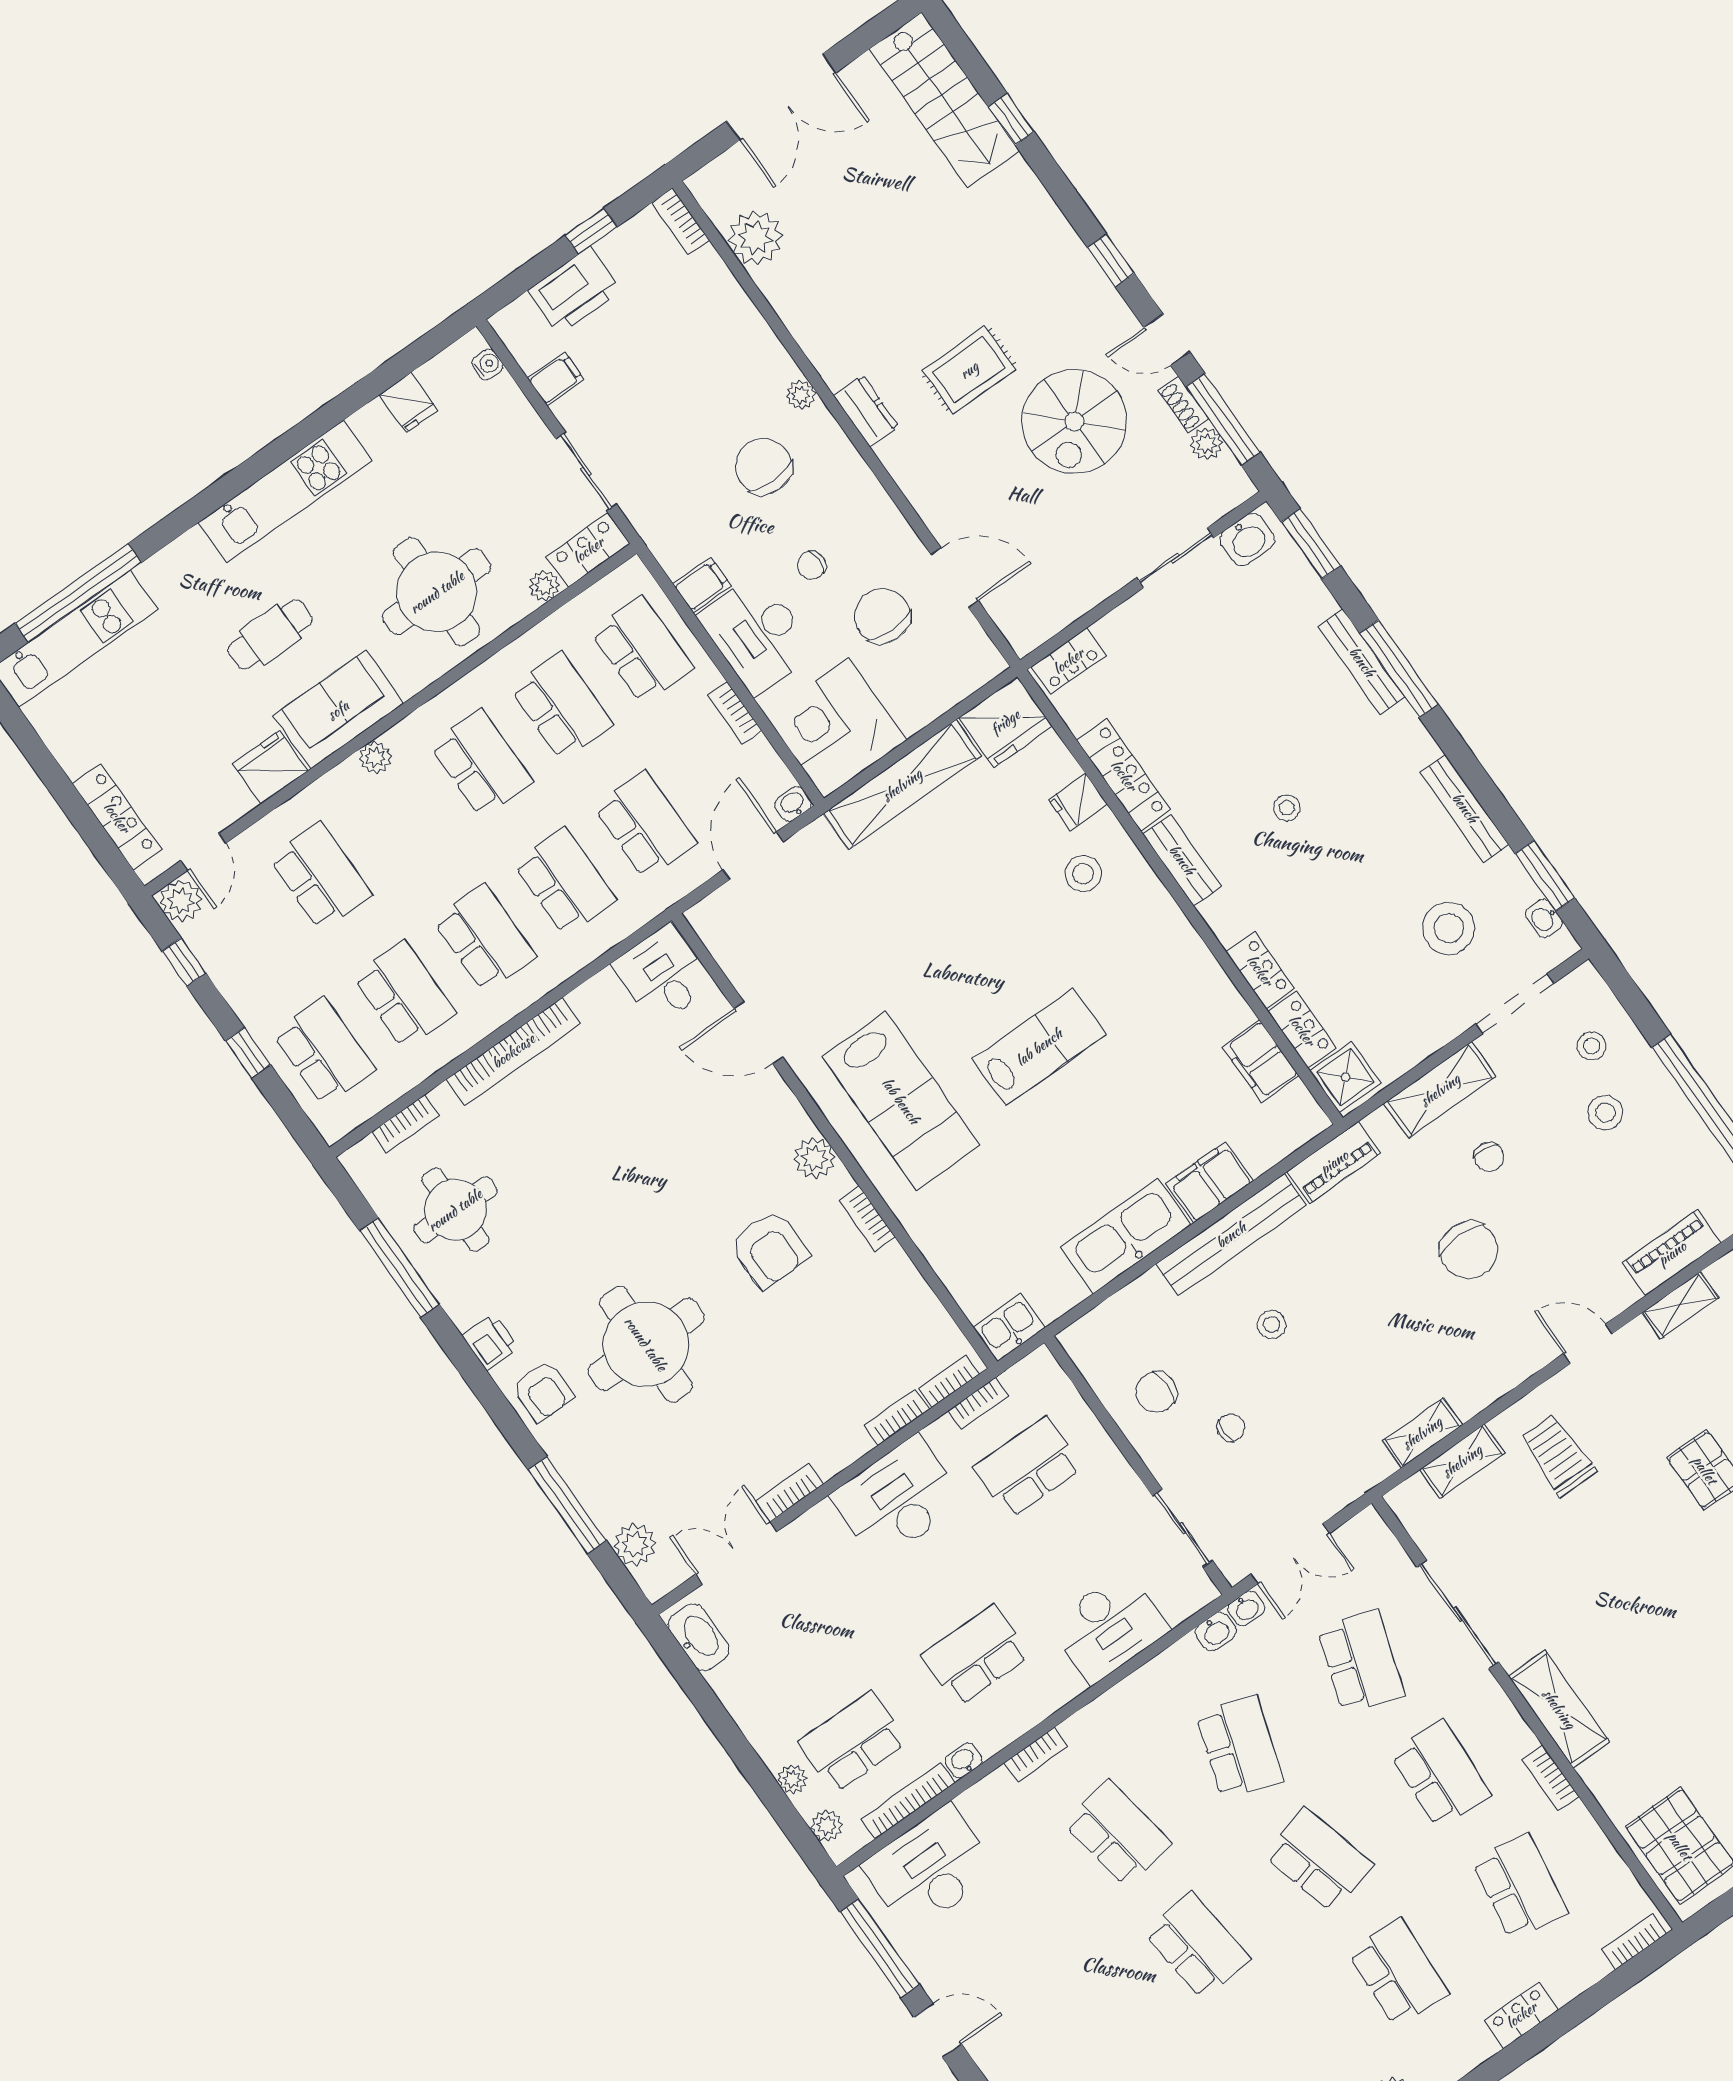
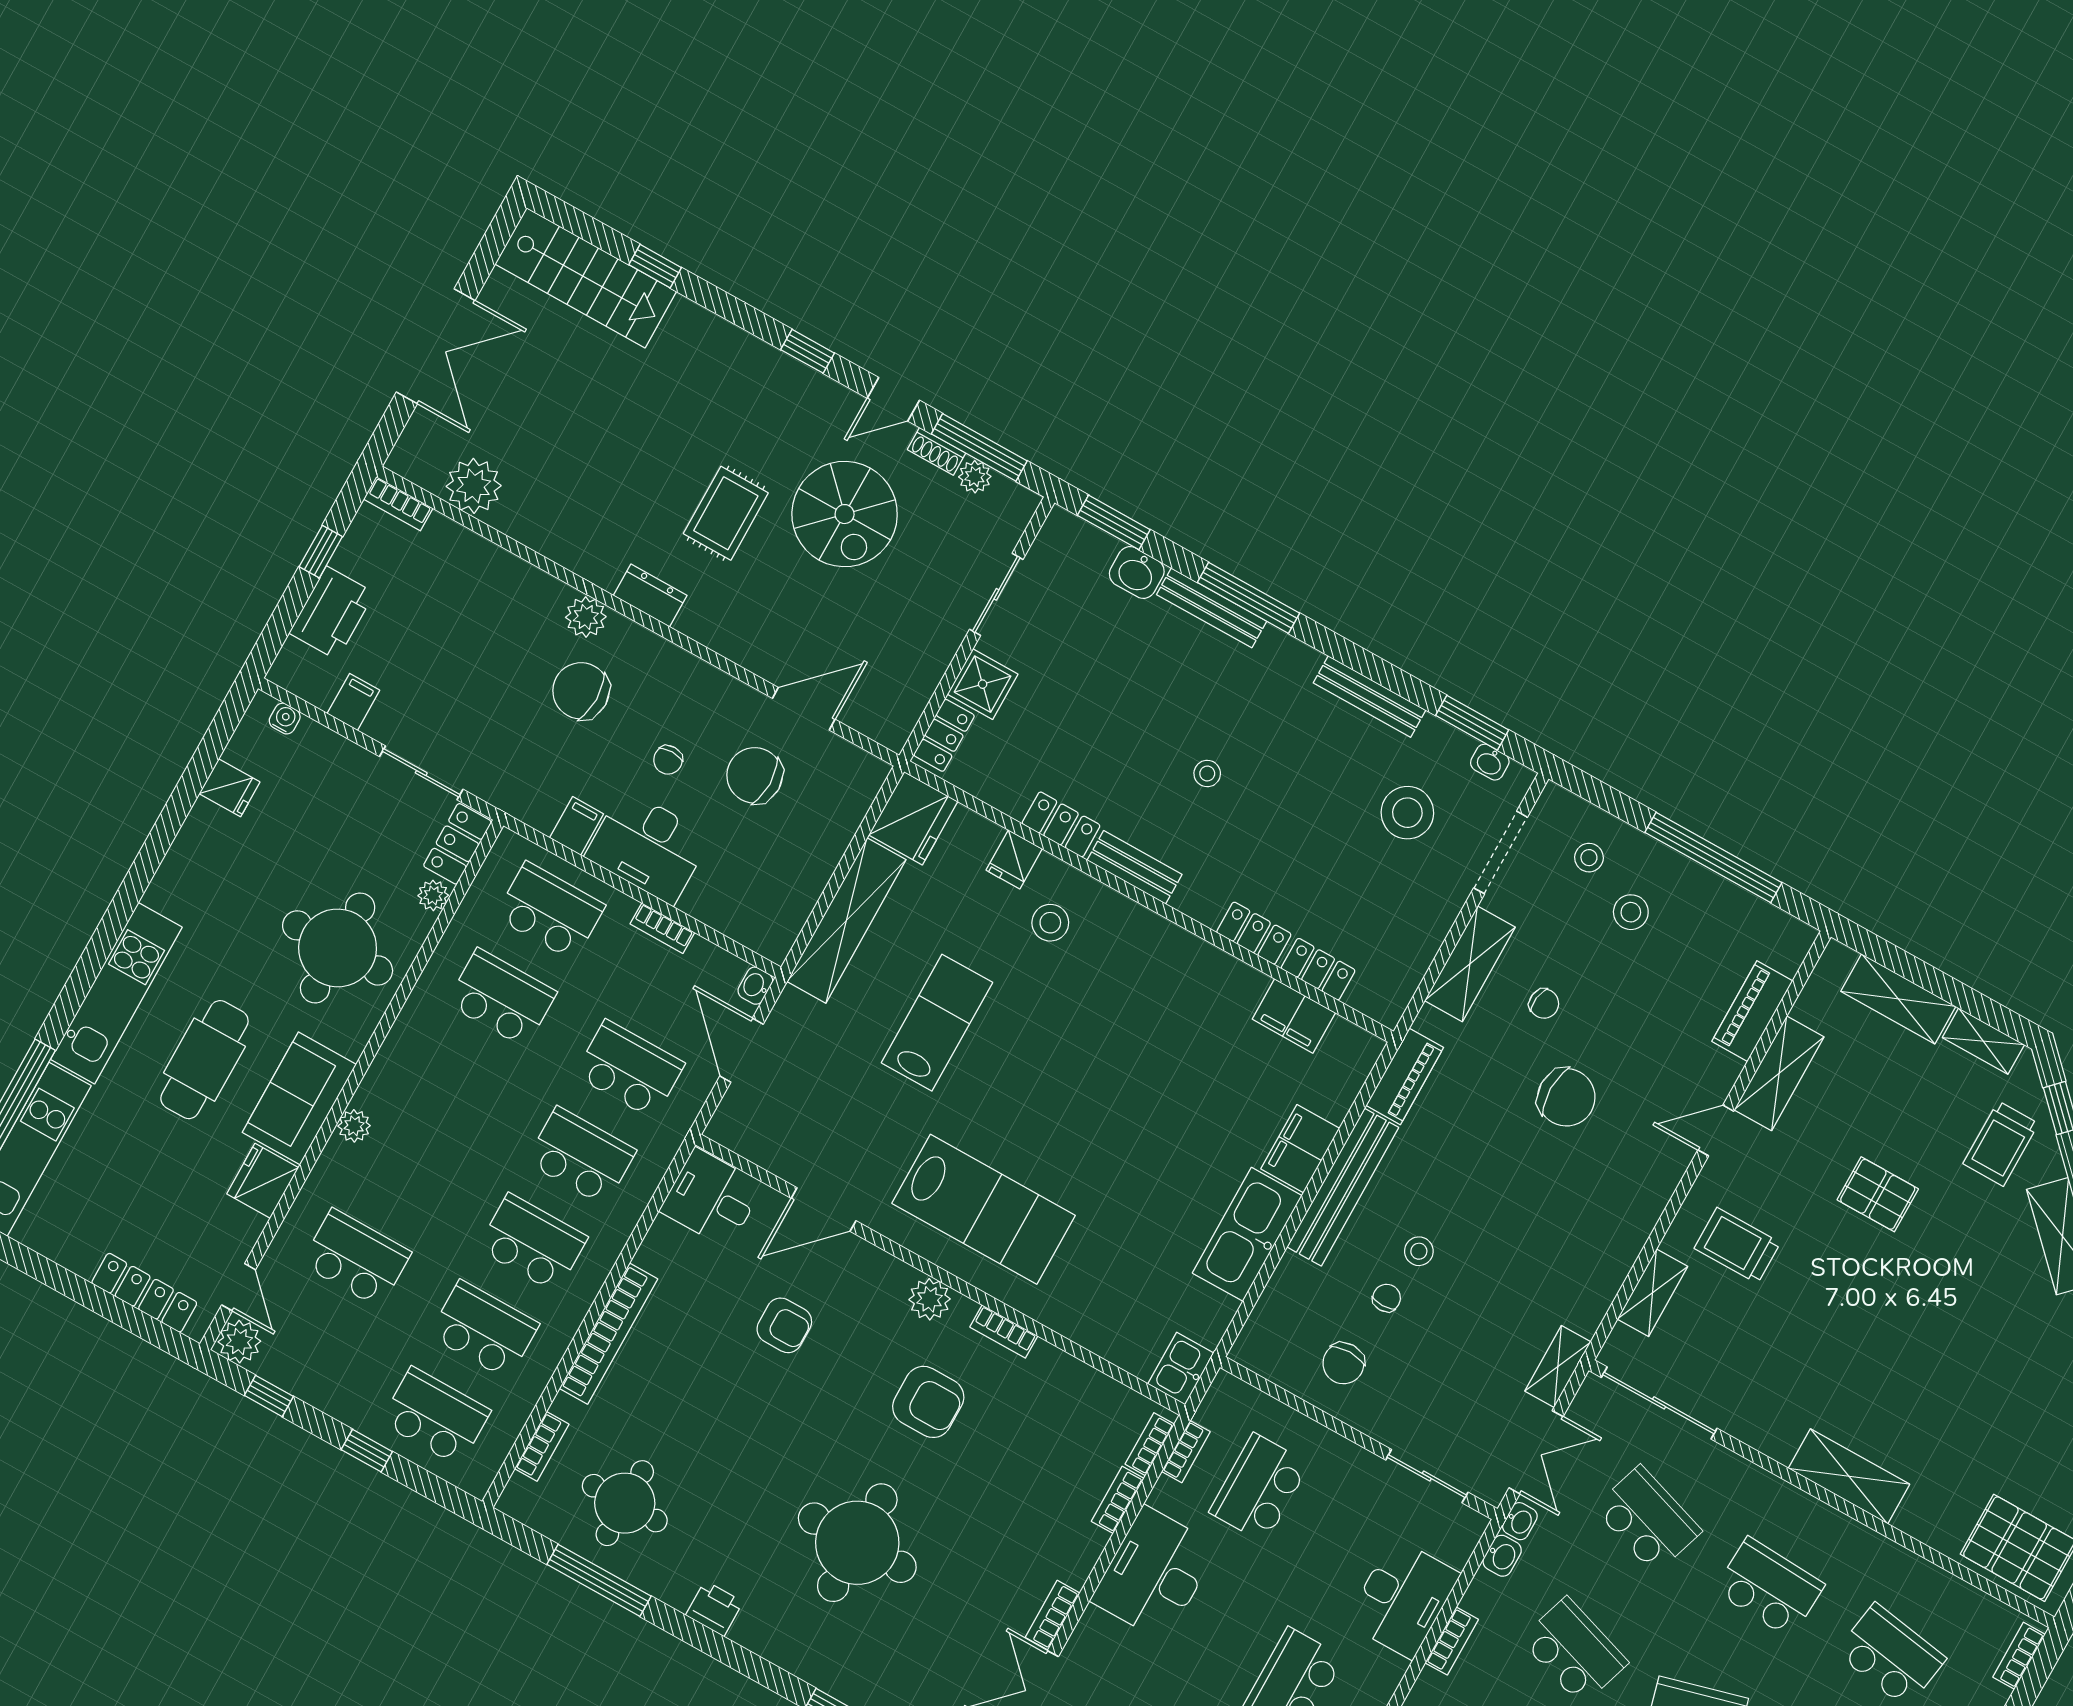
plant: (801, 395) -> (586, 617), width x1.38, depth x1.38
kitchen unit: (285, 491) -> (116, 993), moved
washbasin: (1247, 539) -> (1137, 573), moved, turned 90
cafe table: (270, 634) -> (204, 1060), width x1.37, depth x1.35
corner desk: (836, 728) -> (762, 898), removed
school desk: (481, 763) -> (453, 1085), removed
locker: (1124, 775) -> (1061, 824), width x0.66
lab bench: (1039, 1047) -> (937, 1023), moved
shower: (1345, 1077) -> (983, 684), moved
shelving: (1680, 1305) -> (1779, 1073), width x1.50, depth x1.33
armchair: (543, 1391) -> (784, 1325), moved
chair: (1231, 1428) -> (1387, 1298), moved
shelving: (1422, 1433) -> (1558, 1367), moved
sliding door: (1458, 1614) -> (1659, 1403), moved
bookcase: (1551, 1778) -> (1452, 1641), moved, turned -90

